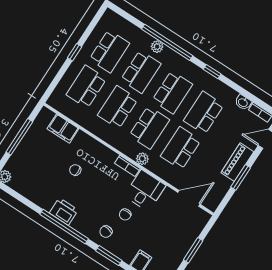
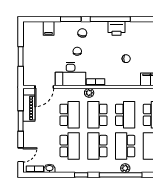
piano: (237, 162) -> (29, 108), moved
desk: (145, 191) -> (71, 74), width x1.37

